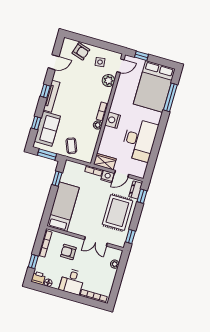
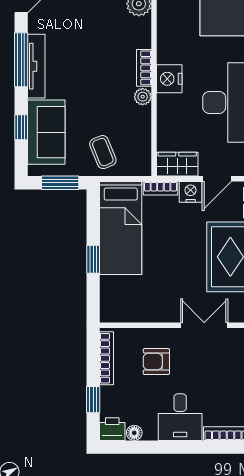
window: (45, 91) -> (21, 60), width x2.17
window: (57, 179) -> (93, 259), moved
bed: (63, 207) -> (121, 228), moved, turned 180
double door: (96, 241) -> (204, 325), swing flipped

